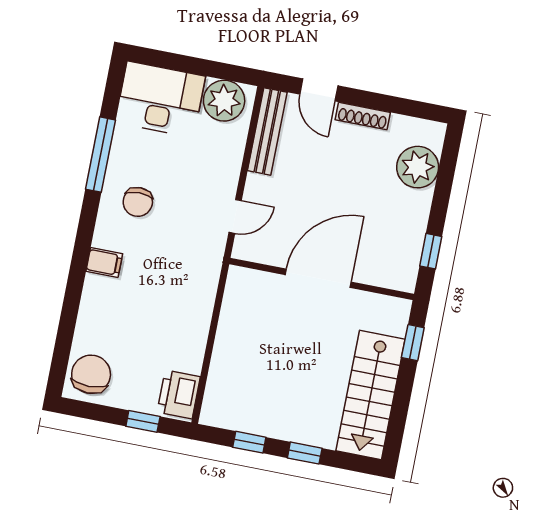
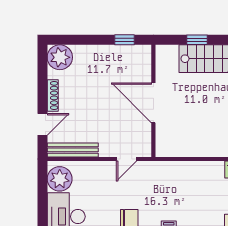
plant: (418, 167) -> (60, 57), moved
door: (235, 216) -> (127, 159), swing flipped
window: (413, 343) -> (197, 40), moved

